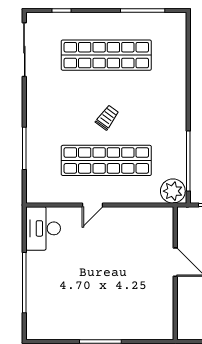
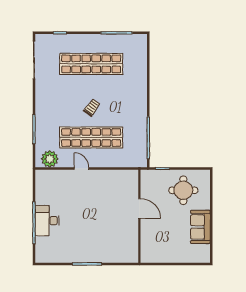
plant: (173, 191) -> (50, 159), moved
door: (92, 205) -> (82, 169), swing flipped
desk: (43, 228) -> (47, 221), moved

